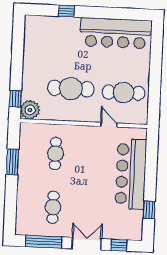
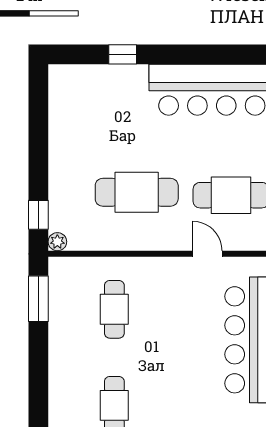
plant: (30, 110) -> (57, 242), width x0.53, depth x0.53
window: (13, 162) -> (38, 299), moved

